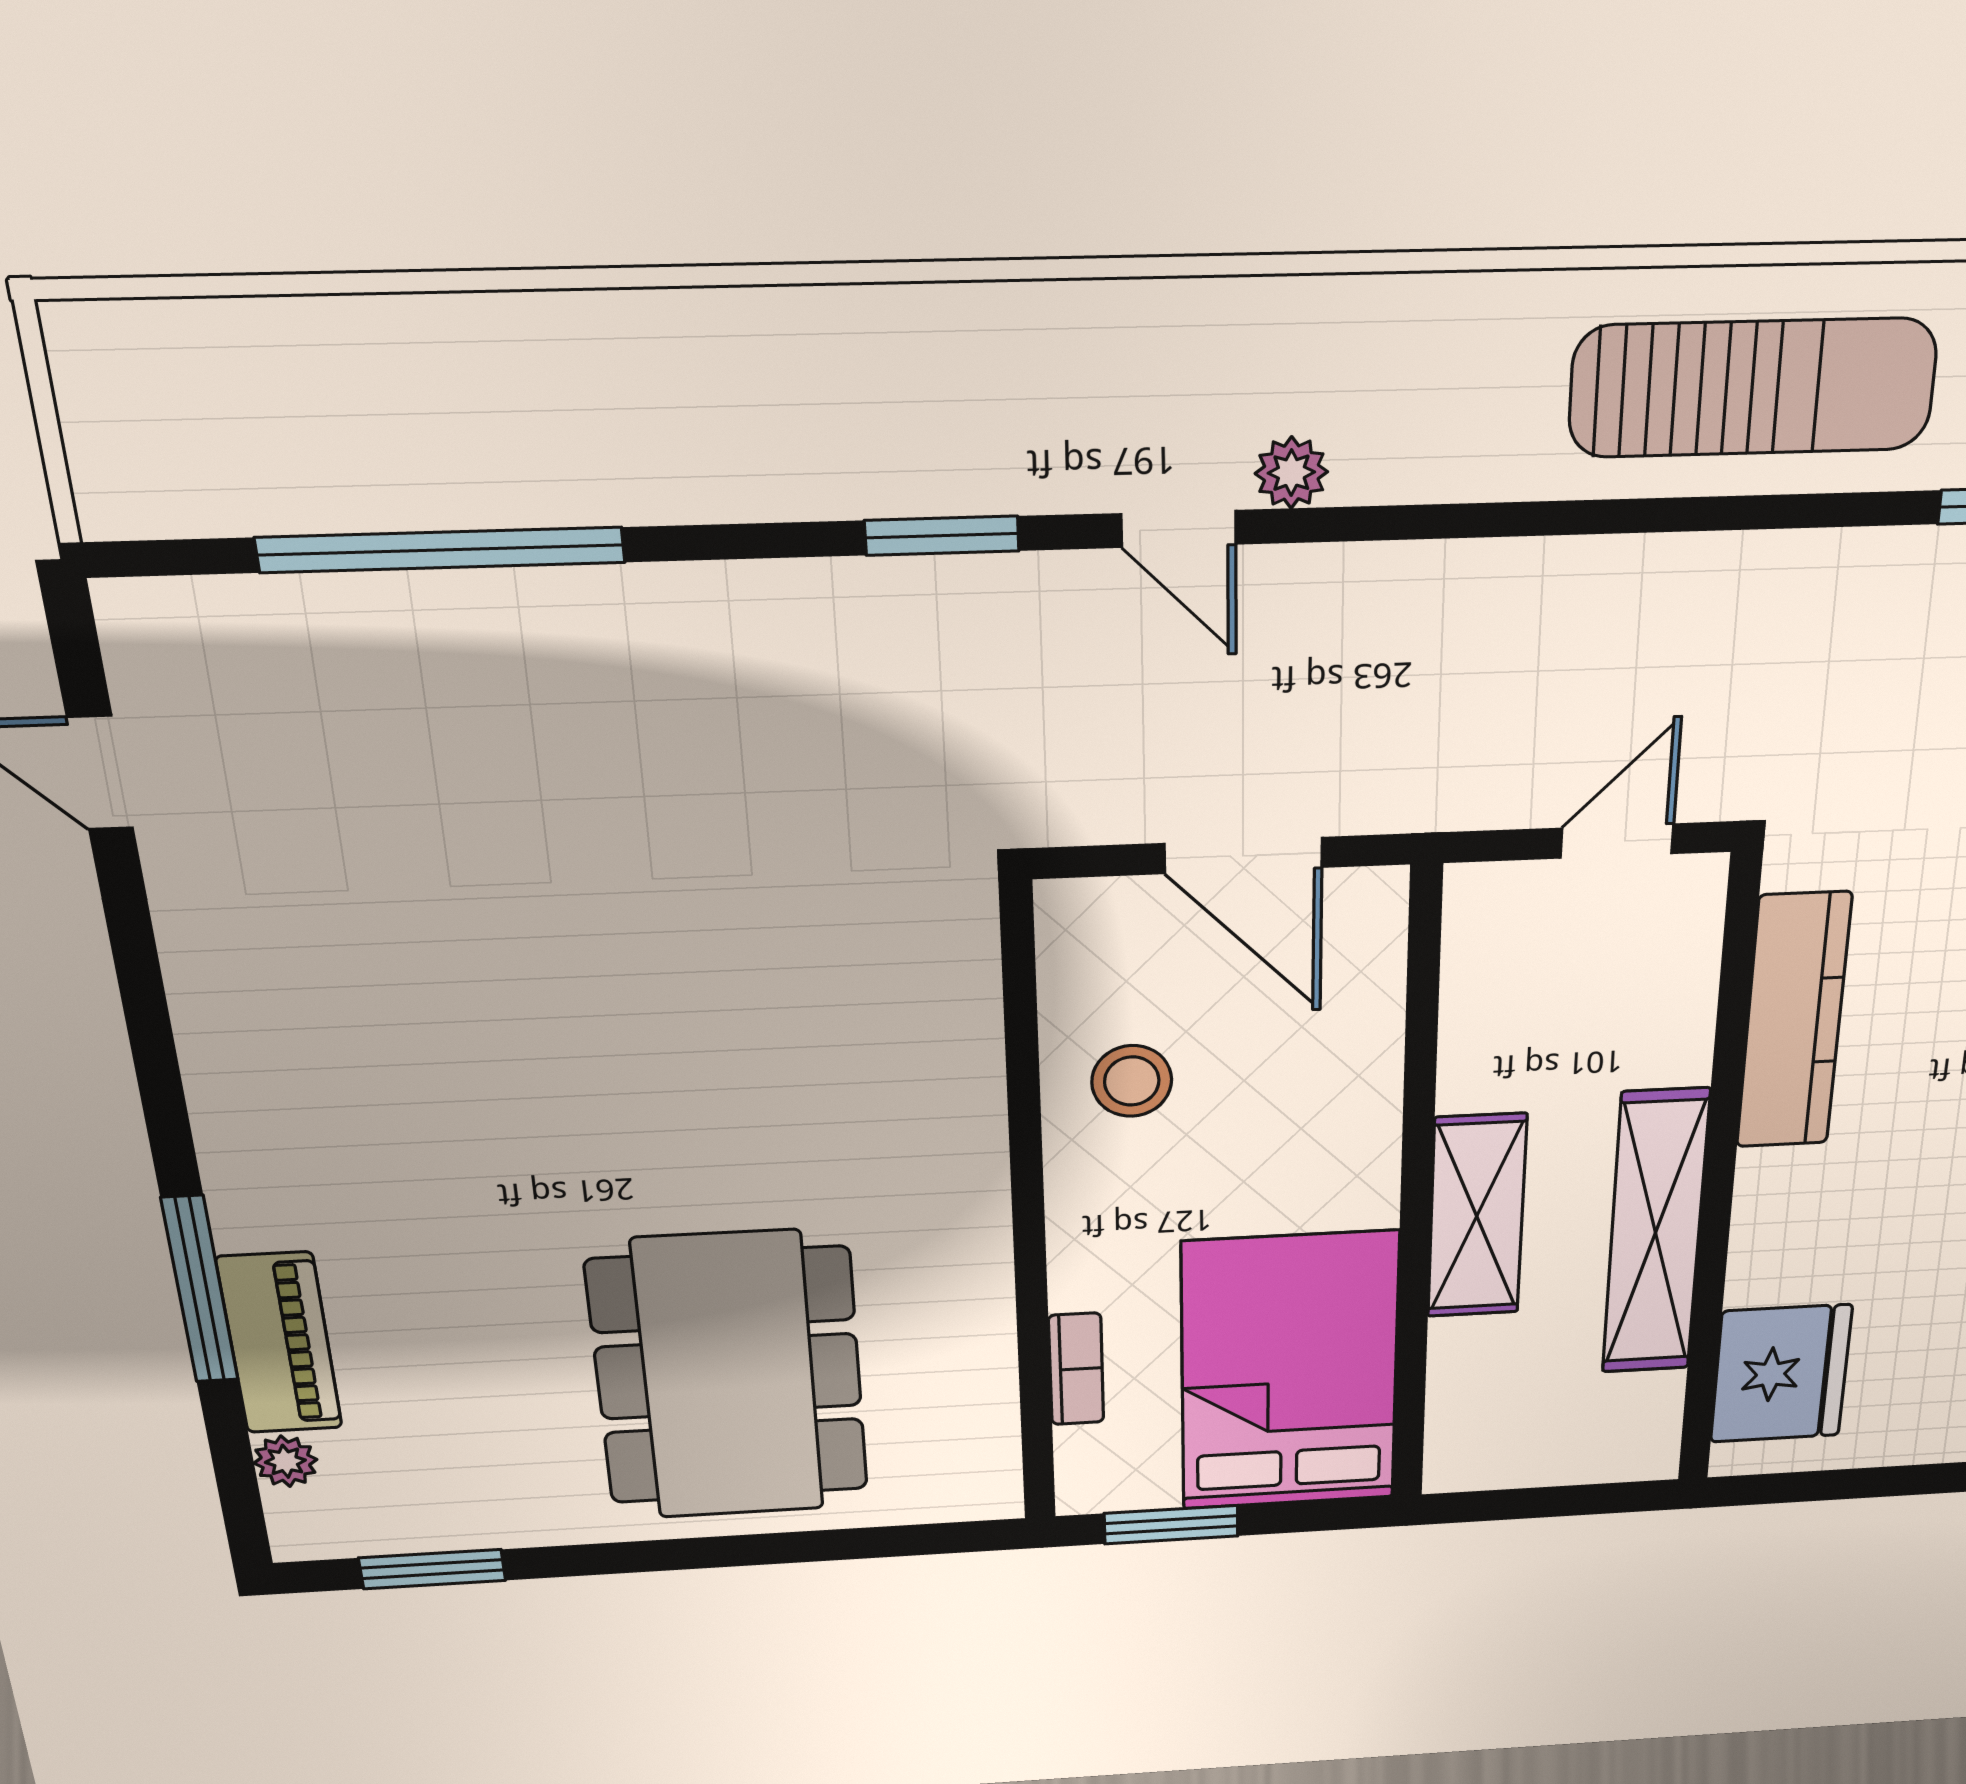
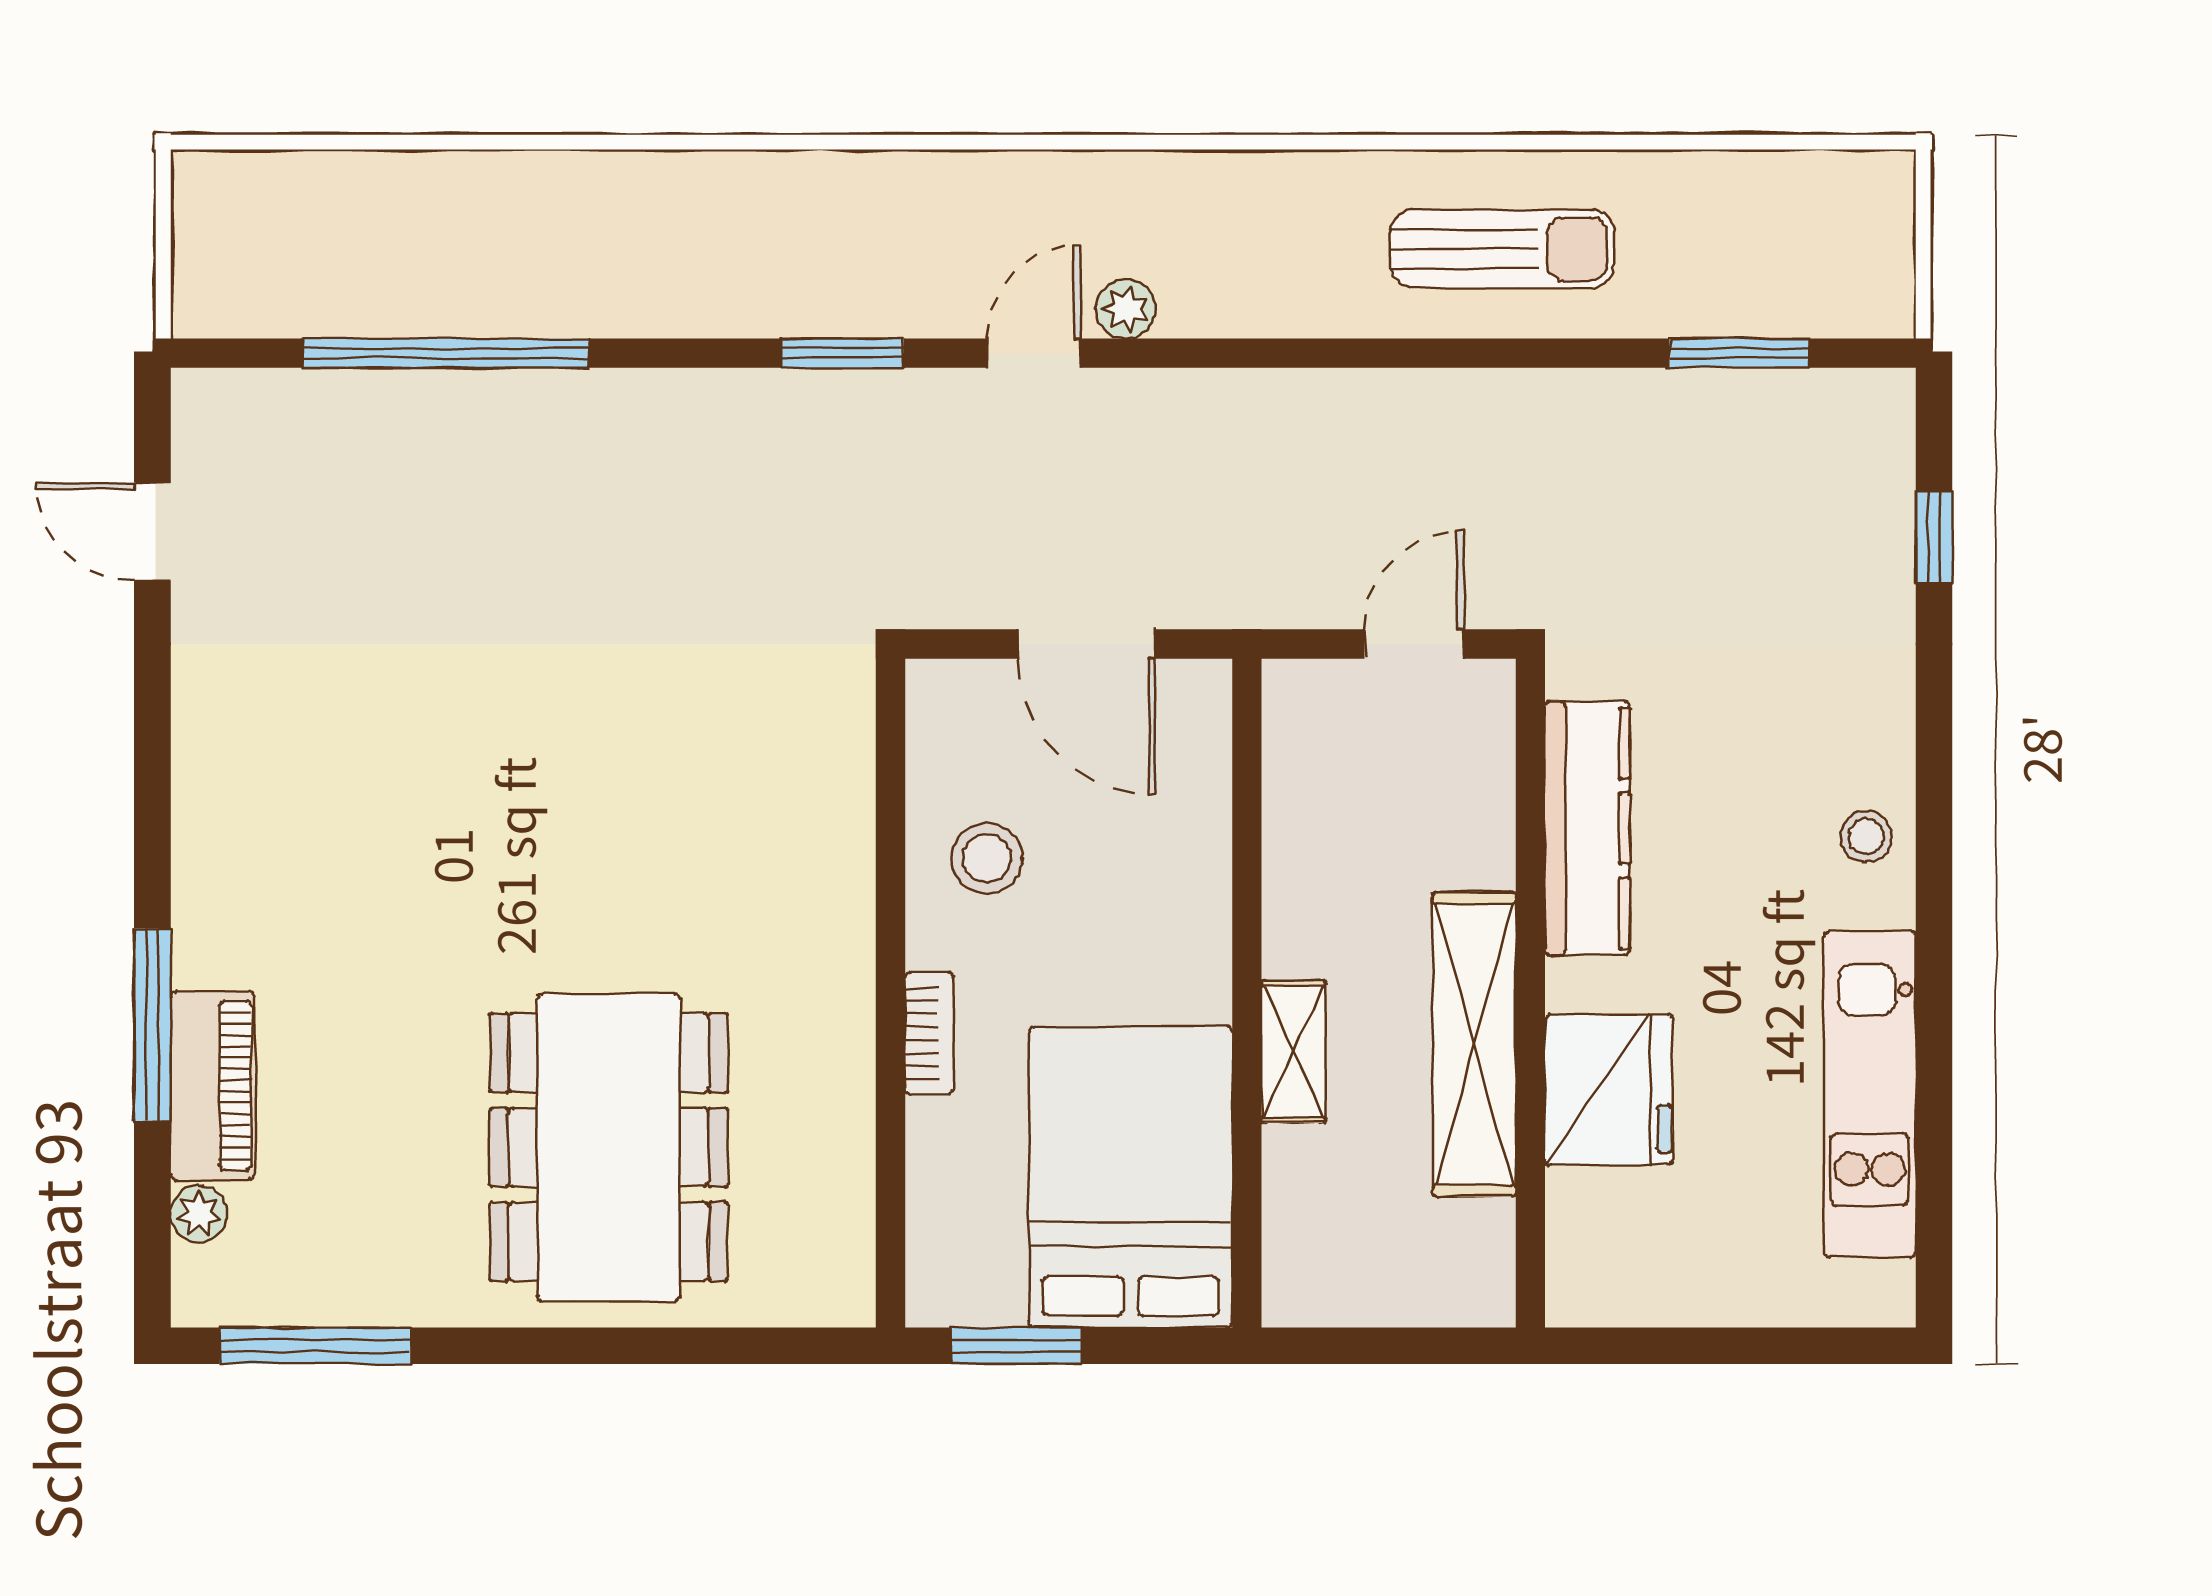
sun lounger: (1753, 388) -> (1502, 249), width x0.73, depth x0.75
door: (1179, 529) -> (1034, 353), swing flipped
shelving: (1477, 1216) -> (1293, 1052), width x0.67, depth x0.75
bookcase: (1076, 1369) -> (929, 1033), moved
fridge: (1781, 1374) -> (1609, 1090), moved
window: (432, 1569) -> (315, 1346), width x1.44

